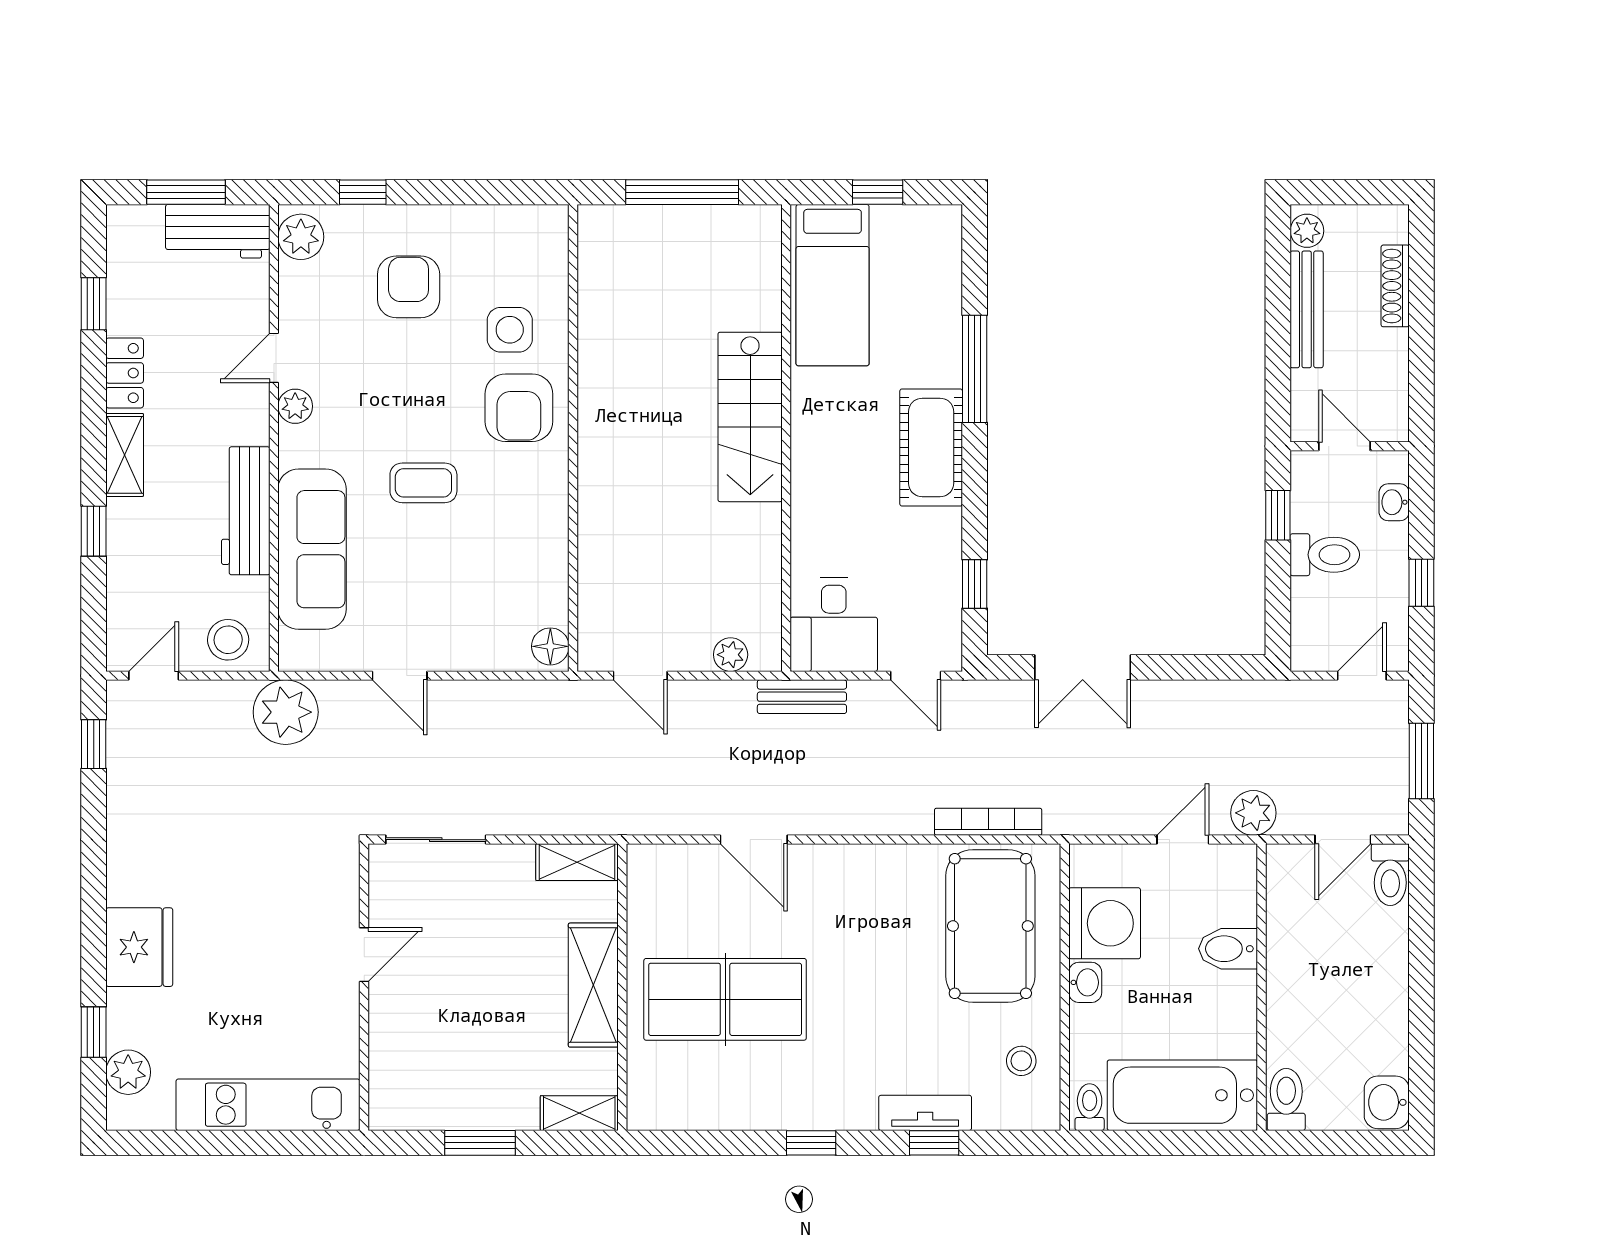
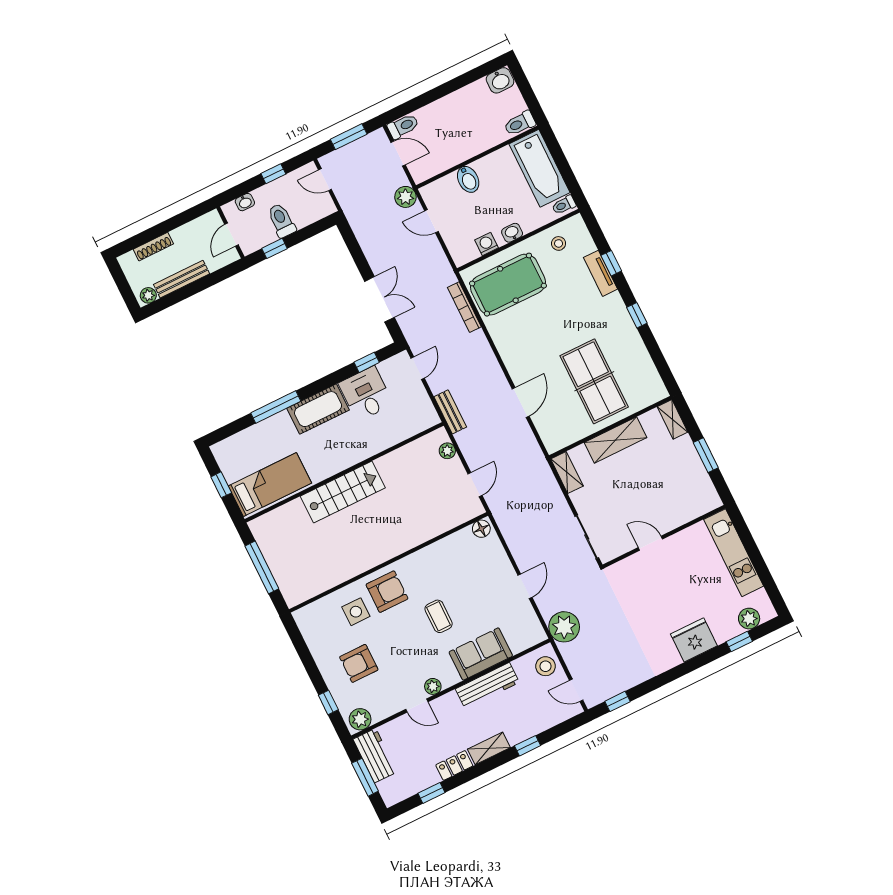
sofa: (312, 549) -> (481, 654), width x0.73
desk: (834, 625) -> (366, 394), moved, turned -90
washing machine: (1105, 923) -> (487, 244), width x0.53, depth x0.53

